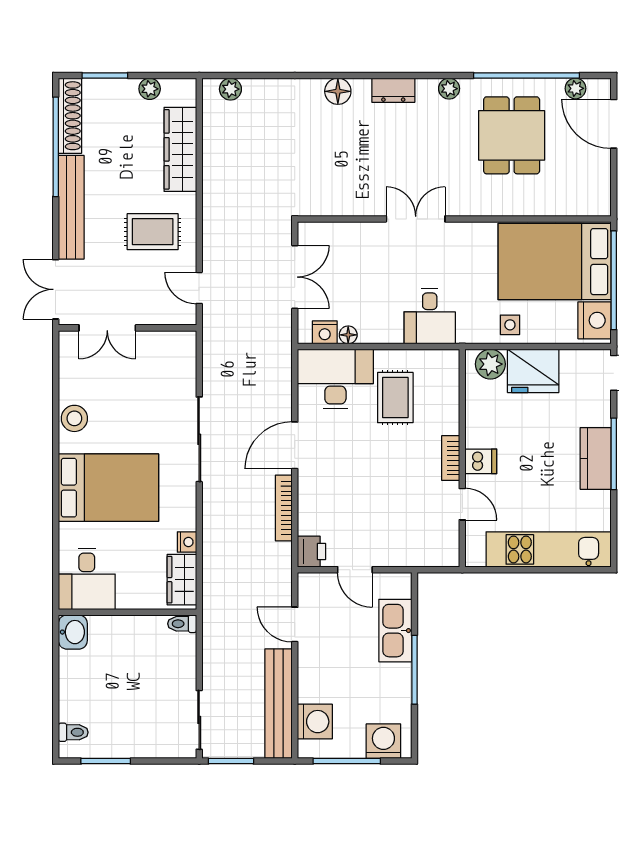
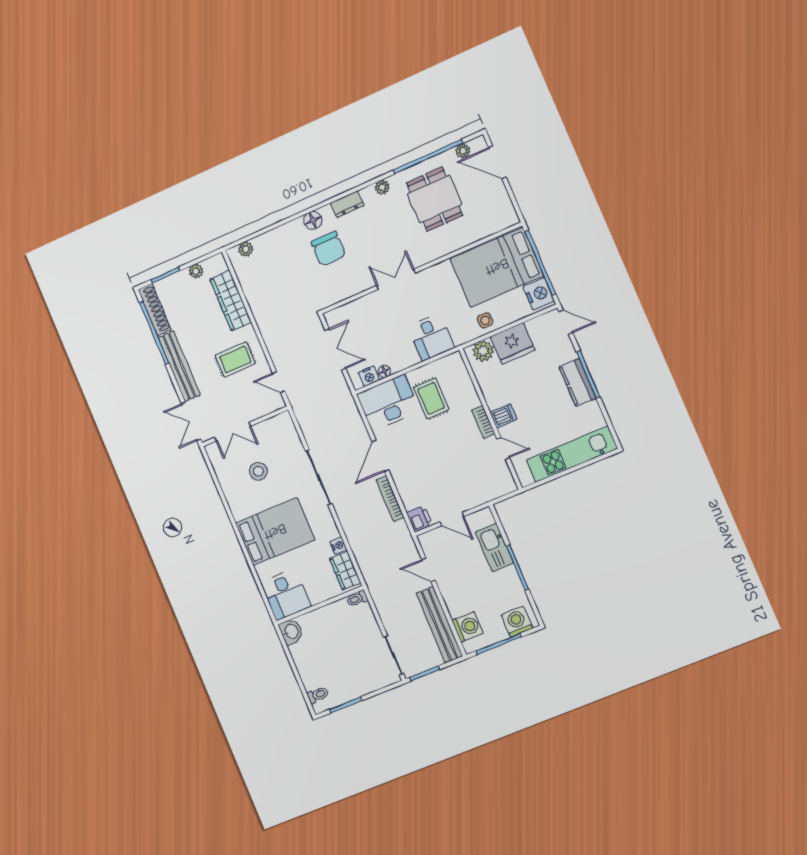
chair: (343, 139) -> (329, 249), added
stool: (74, 418) -> (258, 471), moved

